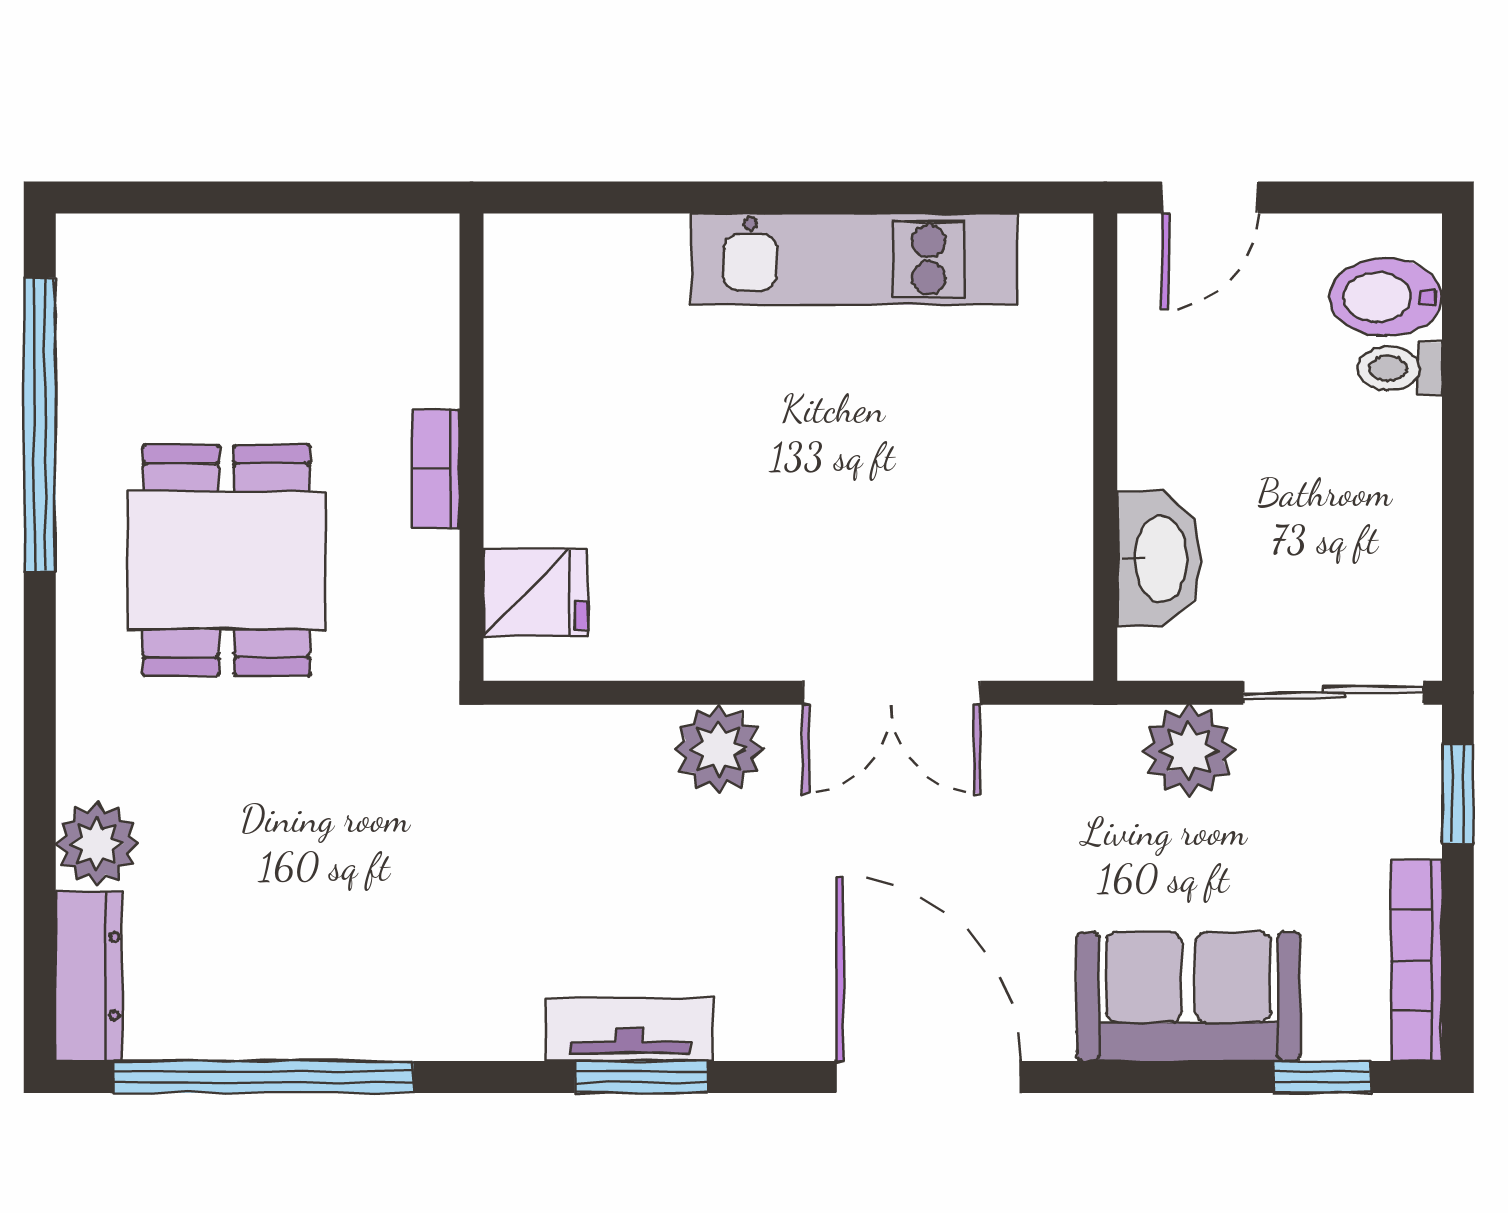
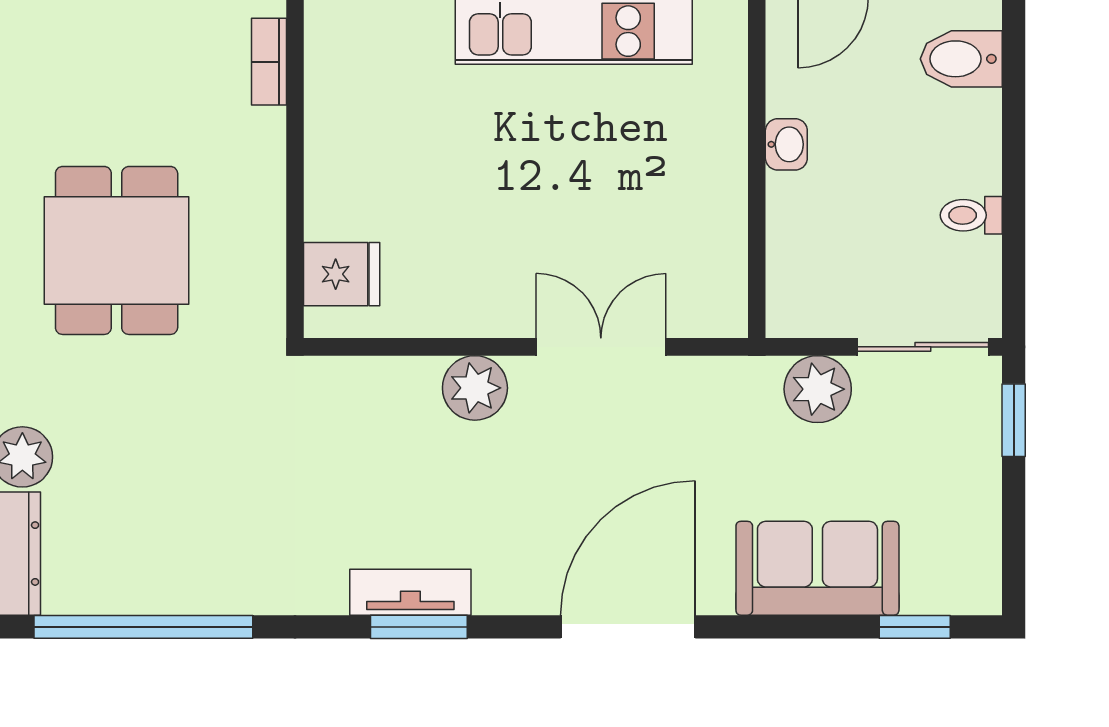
toilet: (1400, 368) -> (971, 215), moved
bookcase: (436, 469) -> (269, 62), moved
washbasin: (1159, 559) -> (786, 144), moved, width x0.52, depth x0.69
double door: (891, 693) -> (601, 347), swing flipped
bookcase: (1416, 960) -> (983, 542), removed
door: (928, 1077) -> (628, 627), hinge flipped

